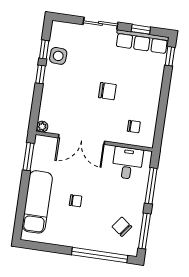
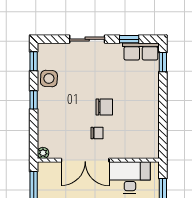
row of seats: (142, 42) -> (141, 51), width x0.68
window: (44, 49) -> (34, 61), moved
chair: (134, 127) -> (97, 133), moved
desk: (127, 163) -> (130, 178), width x1.37

